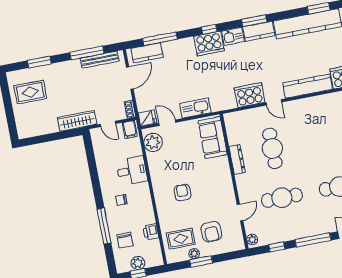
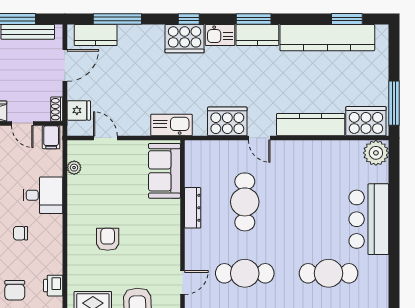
kitchen sink: (195, 108) -> (171, 125), moved
fridge: (147, 118) -> (79, 110), moved
plant: (153, 142) -> (74, 168), width x0.53, depth x0.53

